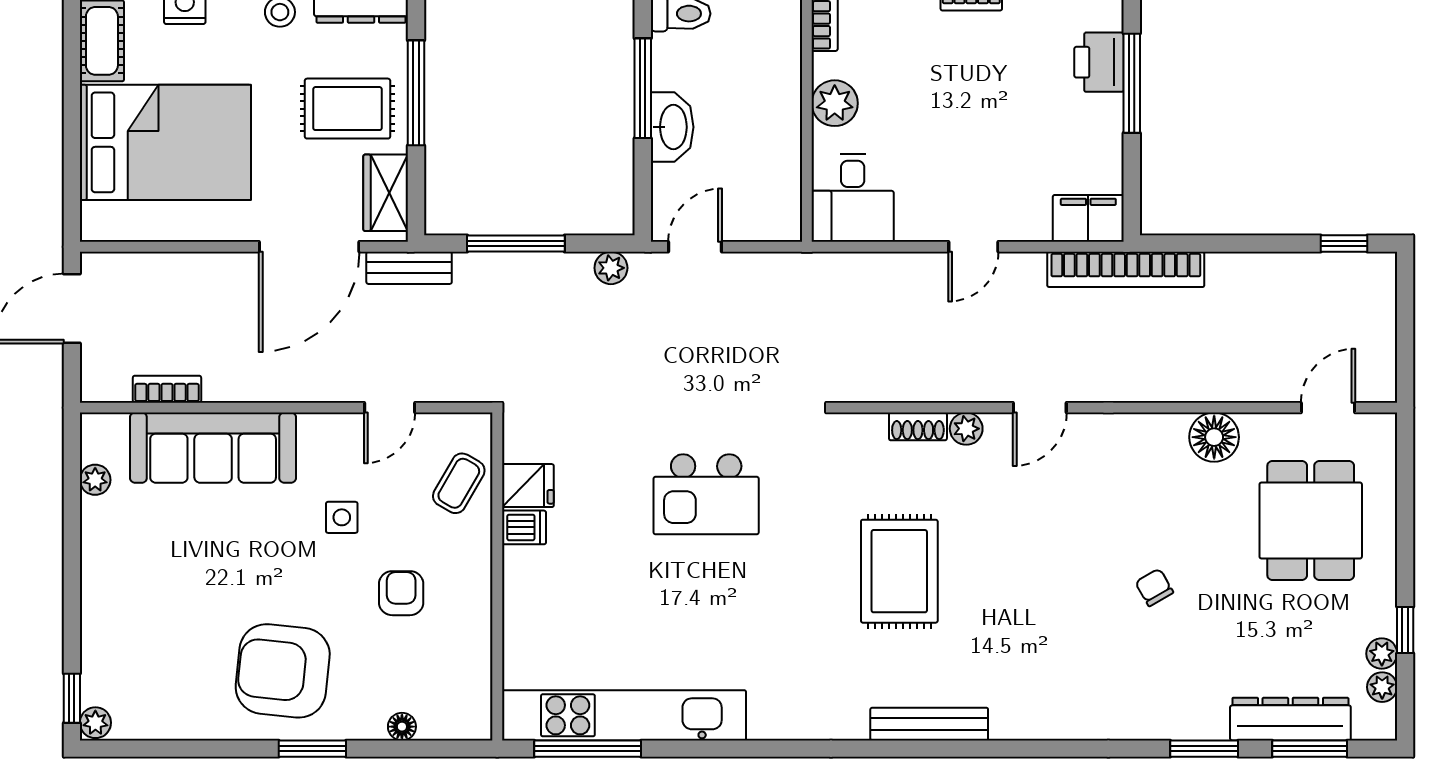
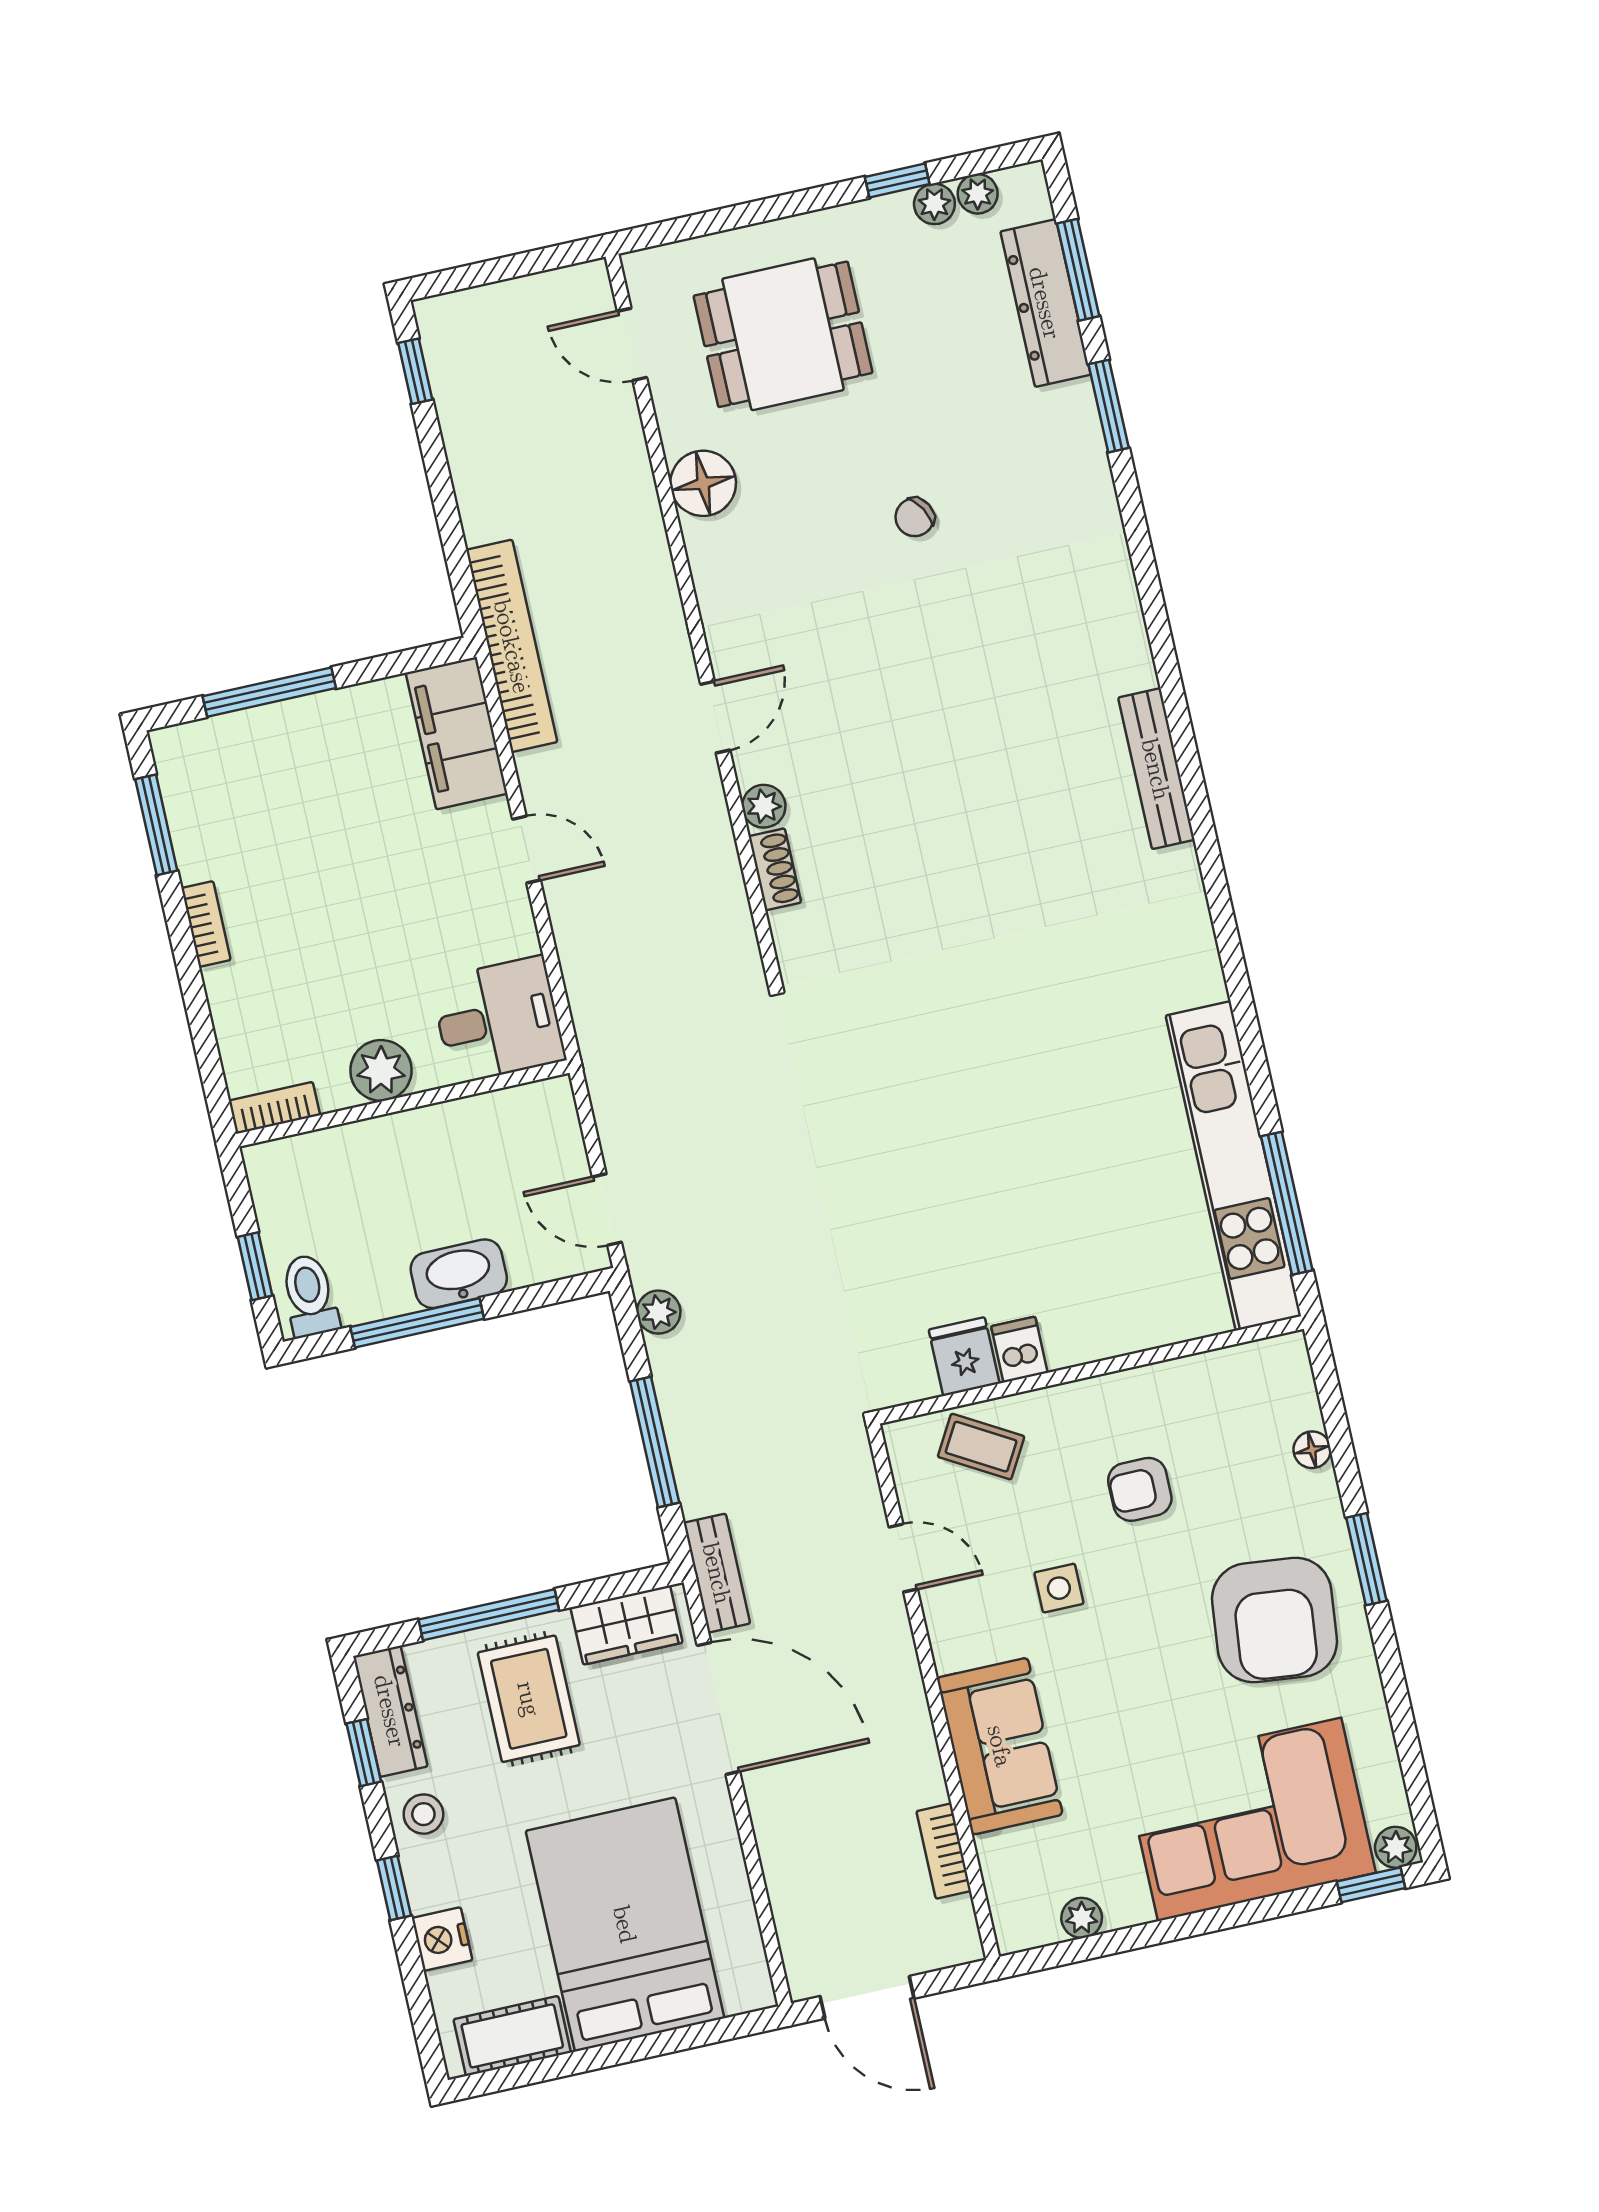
printer: (1099, 62) -> (251, 740), removed
filing cabinet: (1088, 218) -> (457, 733), width x1.50, depth x1.17
door: (1040, 408) -> (715, 717), hinge flipped
sofa: (213, 448) -> (1000, 1746), width x0.73
kitchen island: (706, 494) -> (924, 1124), removed
rug: (899, 571) -> (967, 852), removed
corner sofa: (140, 620) -> (1250, 1819), added

